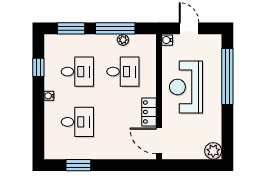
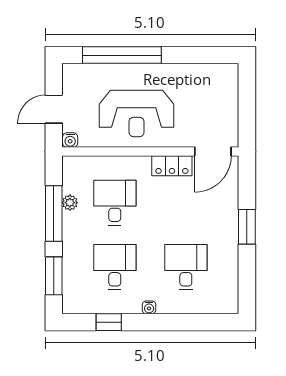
plant: (213, 151) -> (227, 75), removed
window: (78, 165) -> (247, 227), moved

